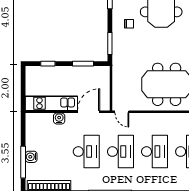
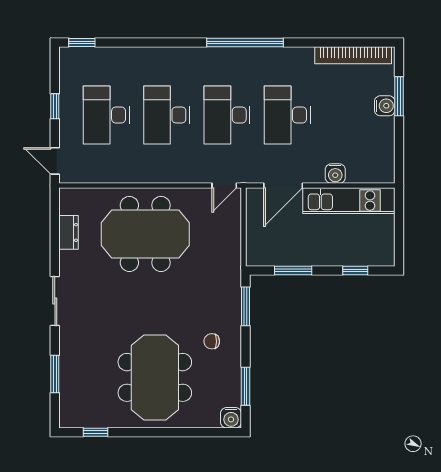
door: (122, 112) -> (224, 186), swing flipped
window: (23, 162) -> (399, 96), width x0.69

